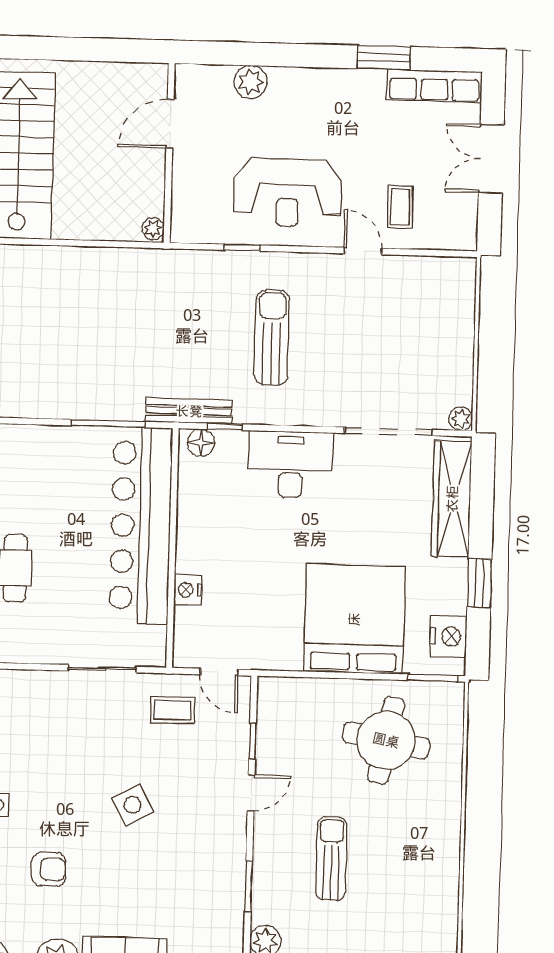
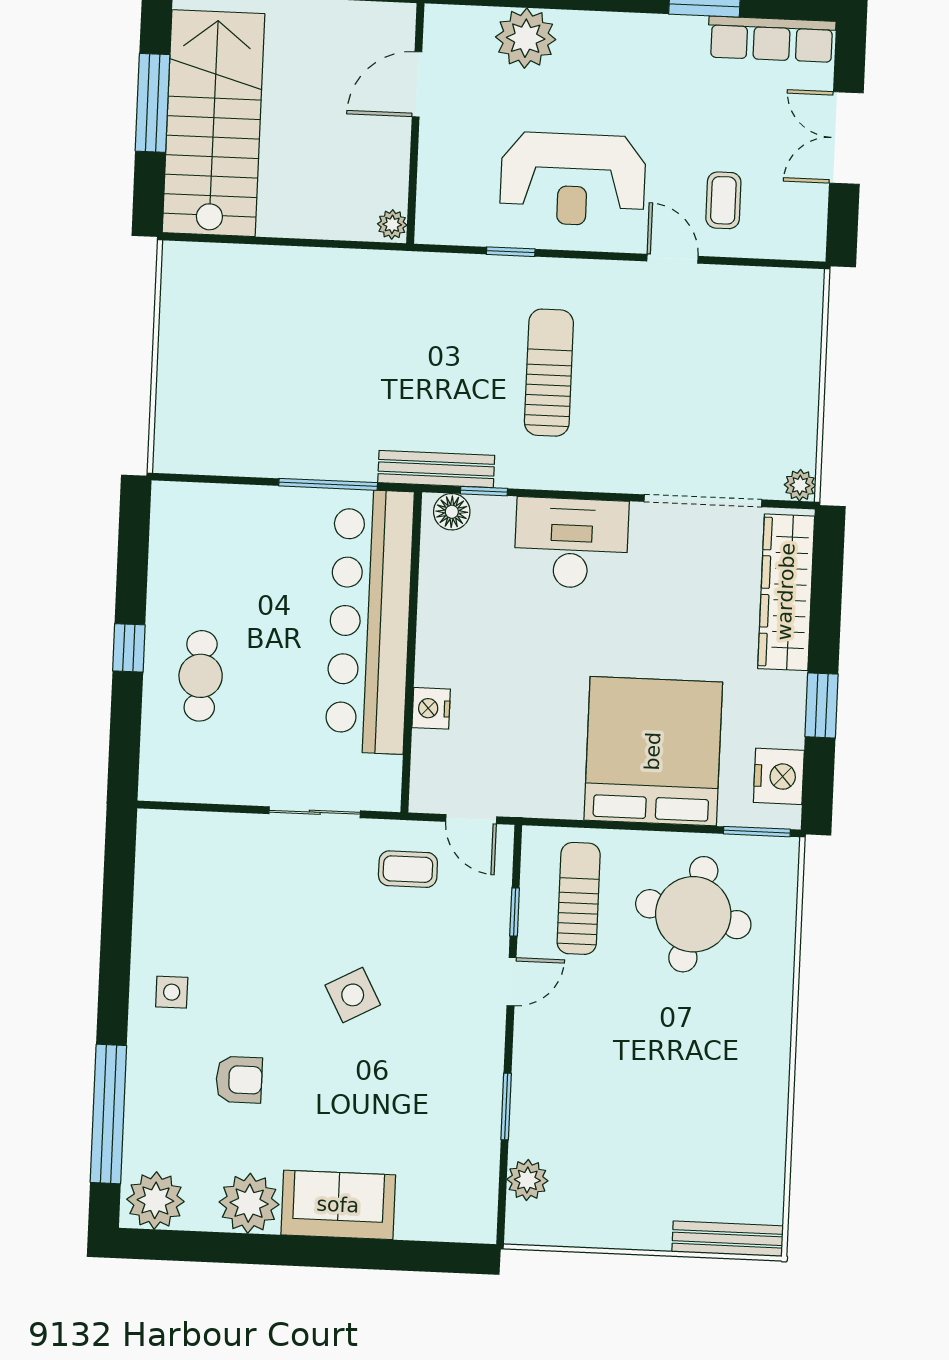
plant: (251, 82) -> (526, 38), width x1.36, depth x1.36
sun lounger: (331, 859) -> (579, 898), moved

